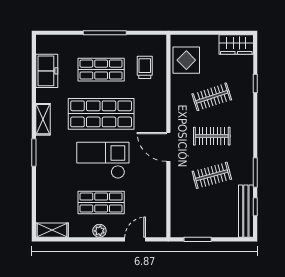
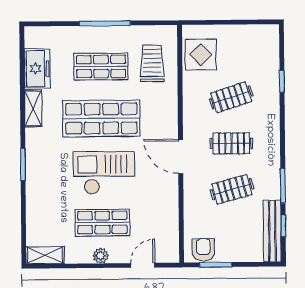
wardrobe: (236, 45) -> (259, 36), removed
trolley: (145, 67) -> (152, 63), width x1.36, depth x1.39
shelving: (43, 119) -> (33, 108), moved
armchair: (187, 226) -> (203, 250), added

